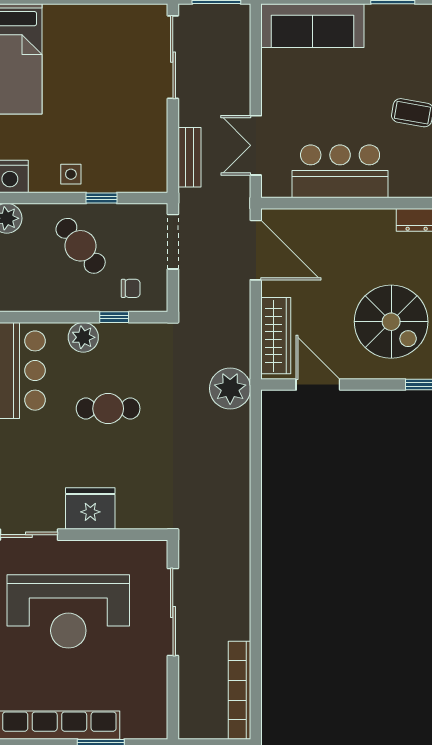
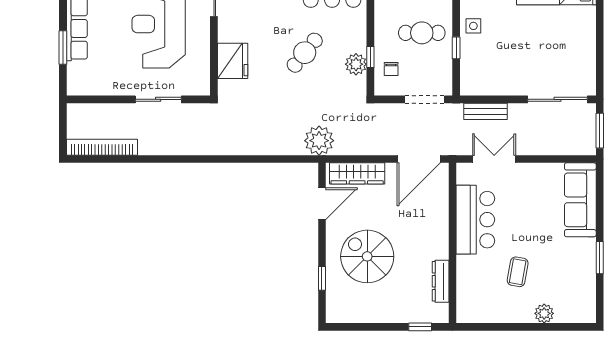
cafe table: (81, 246) -> (422, 33), turned 39
spiral stairs: (391, 322) -> (367, 256), turned 90
plant: (83, 337) -> (356, 64), moved
cafe table: (108, 409) -> (305, 53), turned 39
fridge: (90, 509) -> (233, 61), moved
sliding door: (173, 612) -> (158, 99), width x0.73

